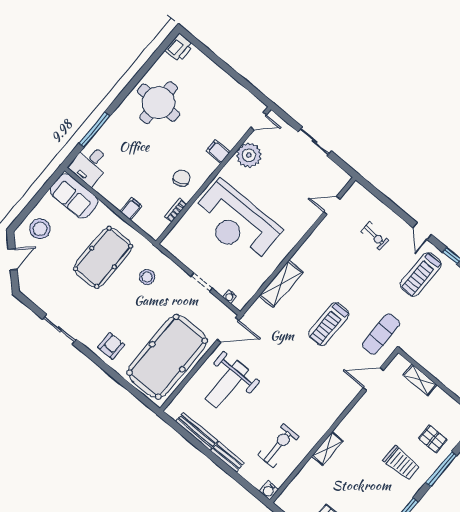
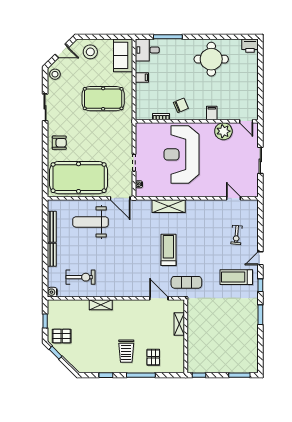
filing cabinet: (131, 209) -> (142, 77), moved
stool: (147, 277) -> (55, 74), moved
treadmill: (329, 324) -> (168, 250), turned 90

